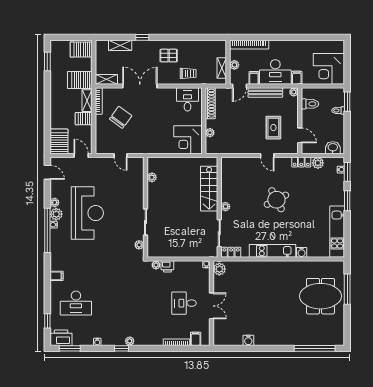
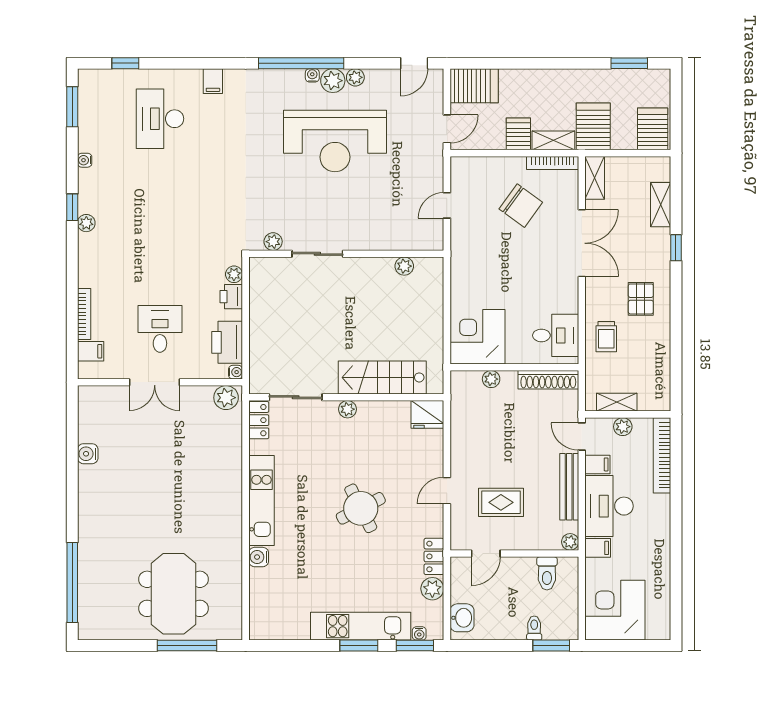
fridge: (228, 165) -> (427, 414), added
kitchen unit: (337, 232) -> (361, 626), moved
printer: (61, 338) -> (227, 342), moved, turned 180

